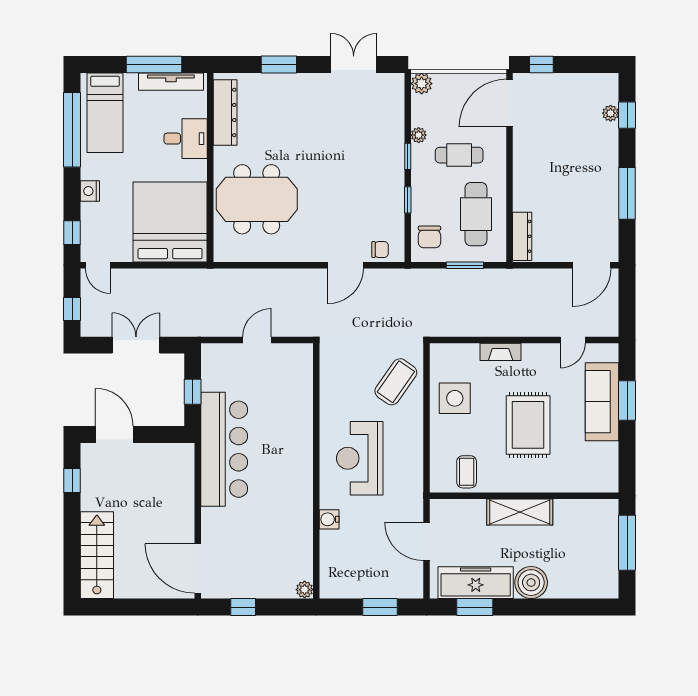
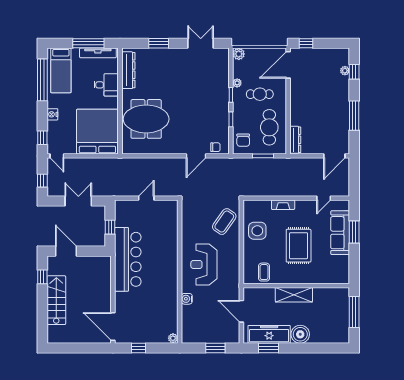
stairs: (97, 555) -> (56, 300), moved

